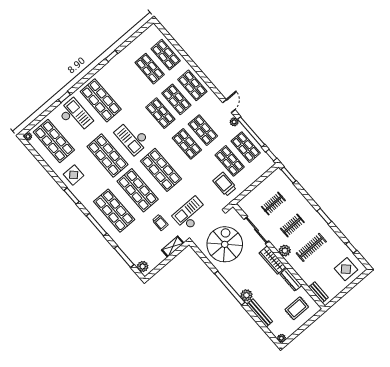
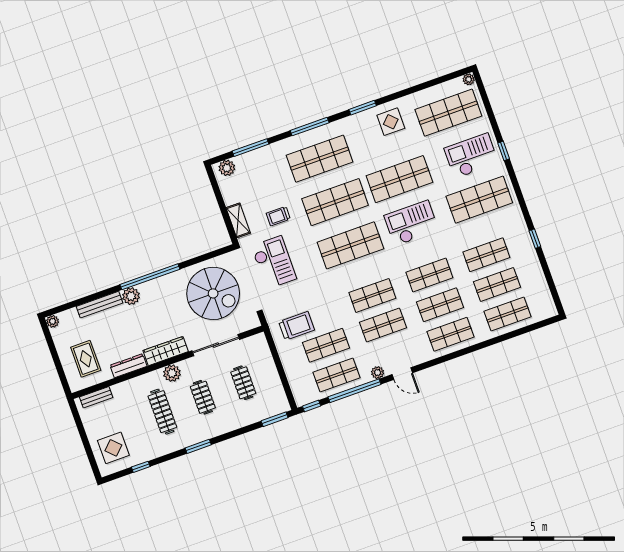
shop shelf: (134, 82) -> (486, 255), added
checkout: (75, 116) -> (471, 156), turned 180

